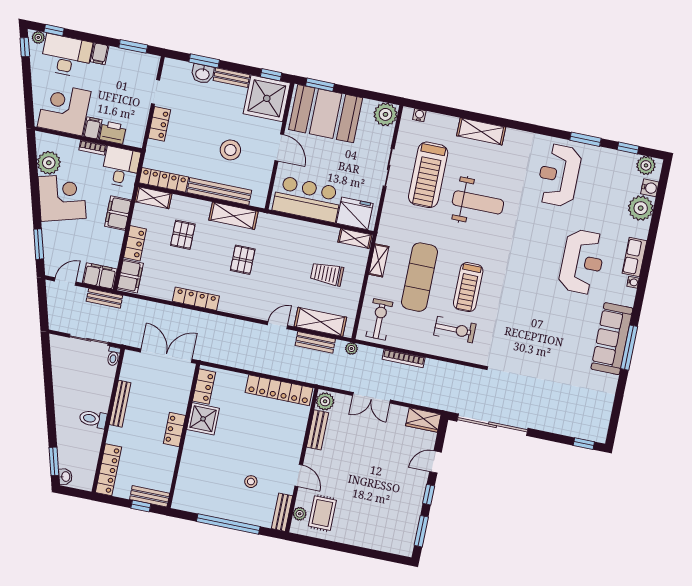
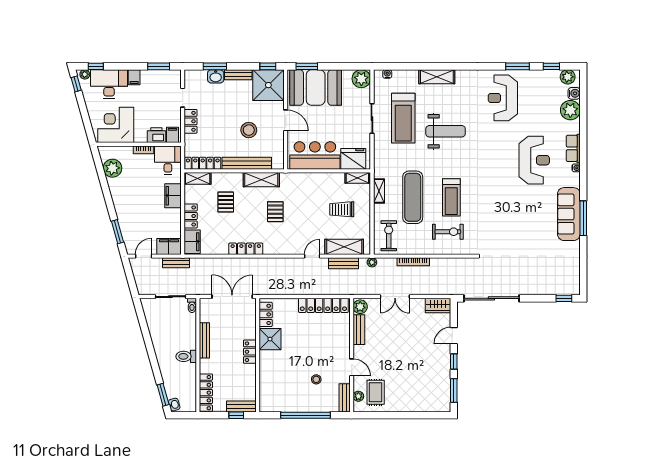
filing cabinet: (93, 128) -> (173, 135), moved
corner desk: (62, 198) -> (128, 193), removed

